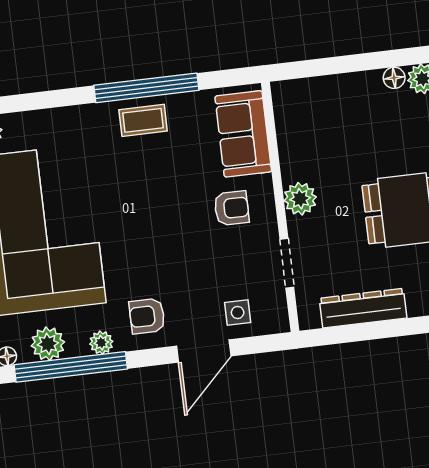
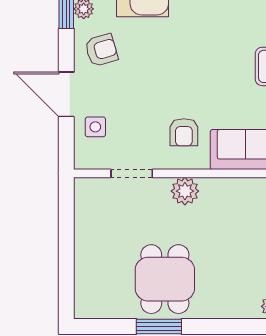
dresser: (363, 308) -> (86, 233), removed
armchair: (147, 316) -> (101, 50), turned 74

